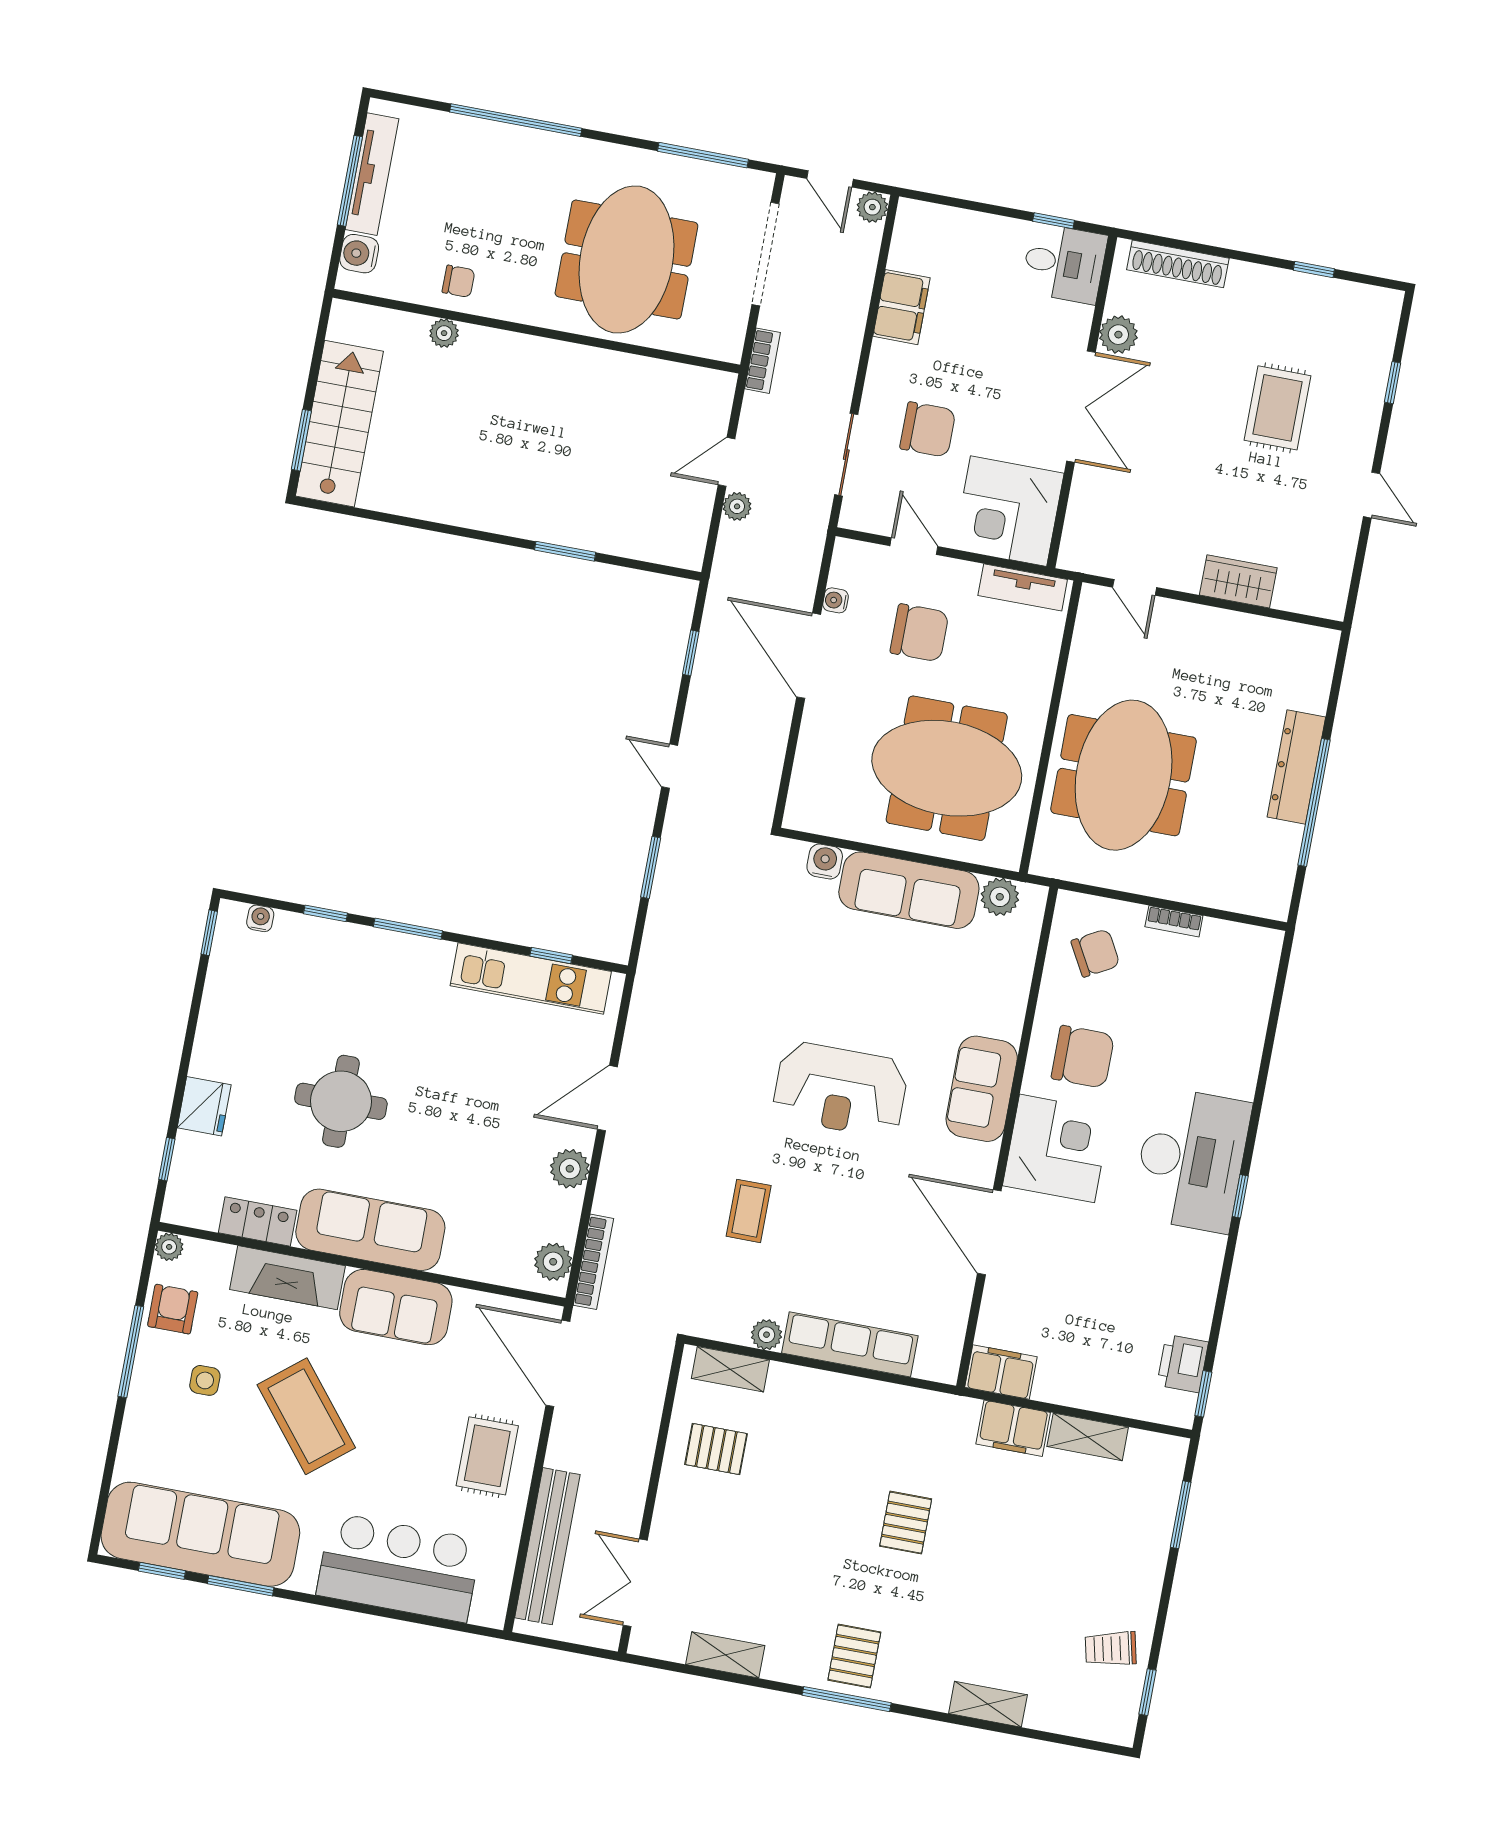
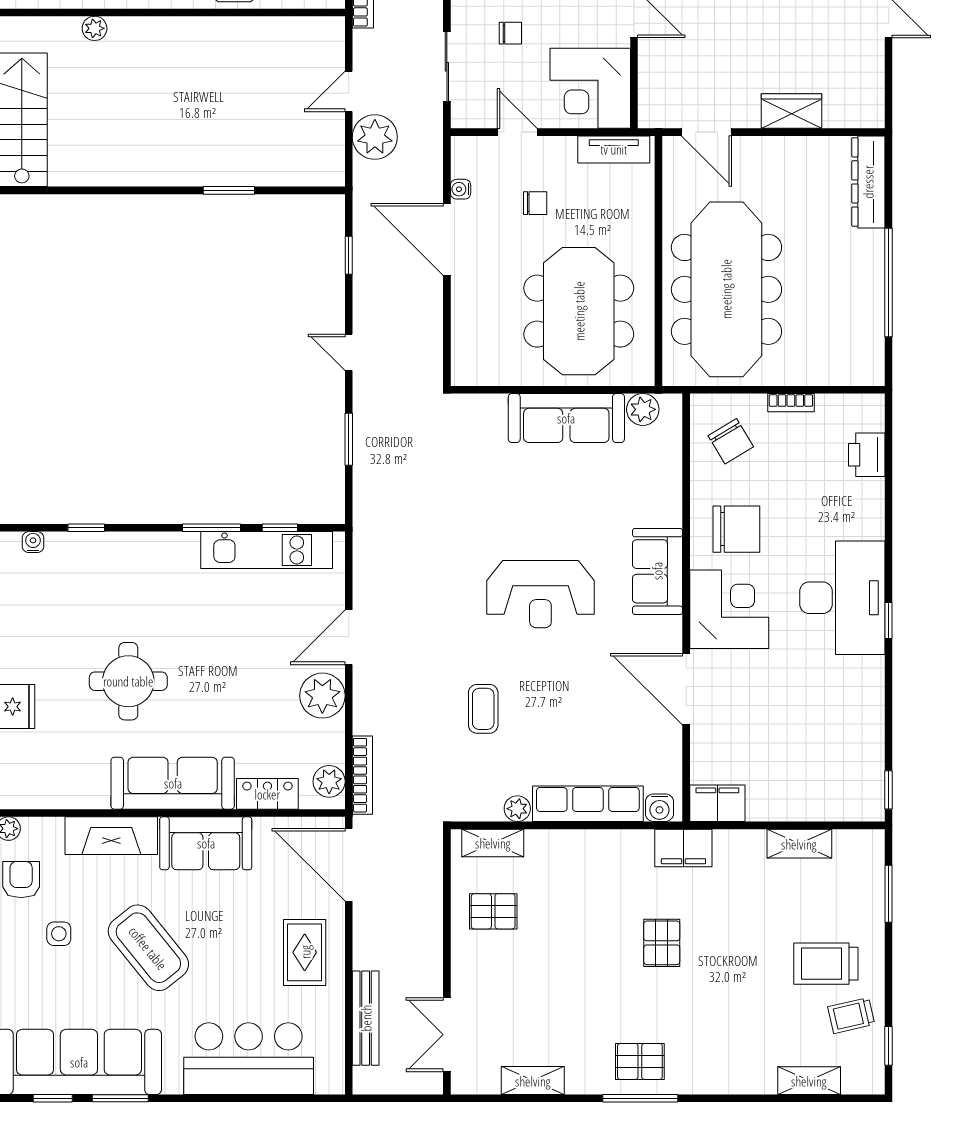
chair: (928, 429) -> (510, 33), width x0.54, depth x0.54
plant: (737, 506) -> (375, 137), width x1.87, depth x1.87
door: (1135, 587) -> (706, 132), width x1.38
chair: (919, 633) -> (535, 203), width x0.54, depth x0.54
dresser: (1296, 767) -> (868, 182), moved
meeting table: (947, 768) -> (579, 311), turned 90
meeting table: (1124, 775) -> (726, 289), width x1.36
water cooler: (825, 861) -> (659, 808), moved, turned 180
window: (408, 929) -> (211, 528), moved
chair: (1095, 953) -> (731, 441), turned 88
plant: (570, 1169) -> (322, 696), width x1.36, depth x1.36
locker: (258, 1222) -> (267, 794), moved
printer: (1183, 1364) -> (867, 455), moved
filing cabinet: (1013, 1428) -> (683, 848), moved
bench: (547, 1546) -> (366, 1018), width x0.73, depth x0.82
trolley: (1092, 1583) -> (826, 964), added
pallet: (854, 1656) -> (640, 1061), turned 90
shelving: (988, 1704) -> (809, 1081), moved

